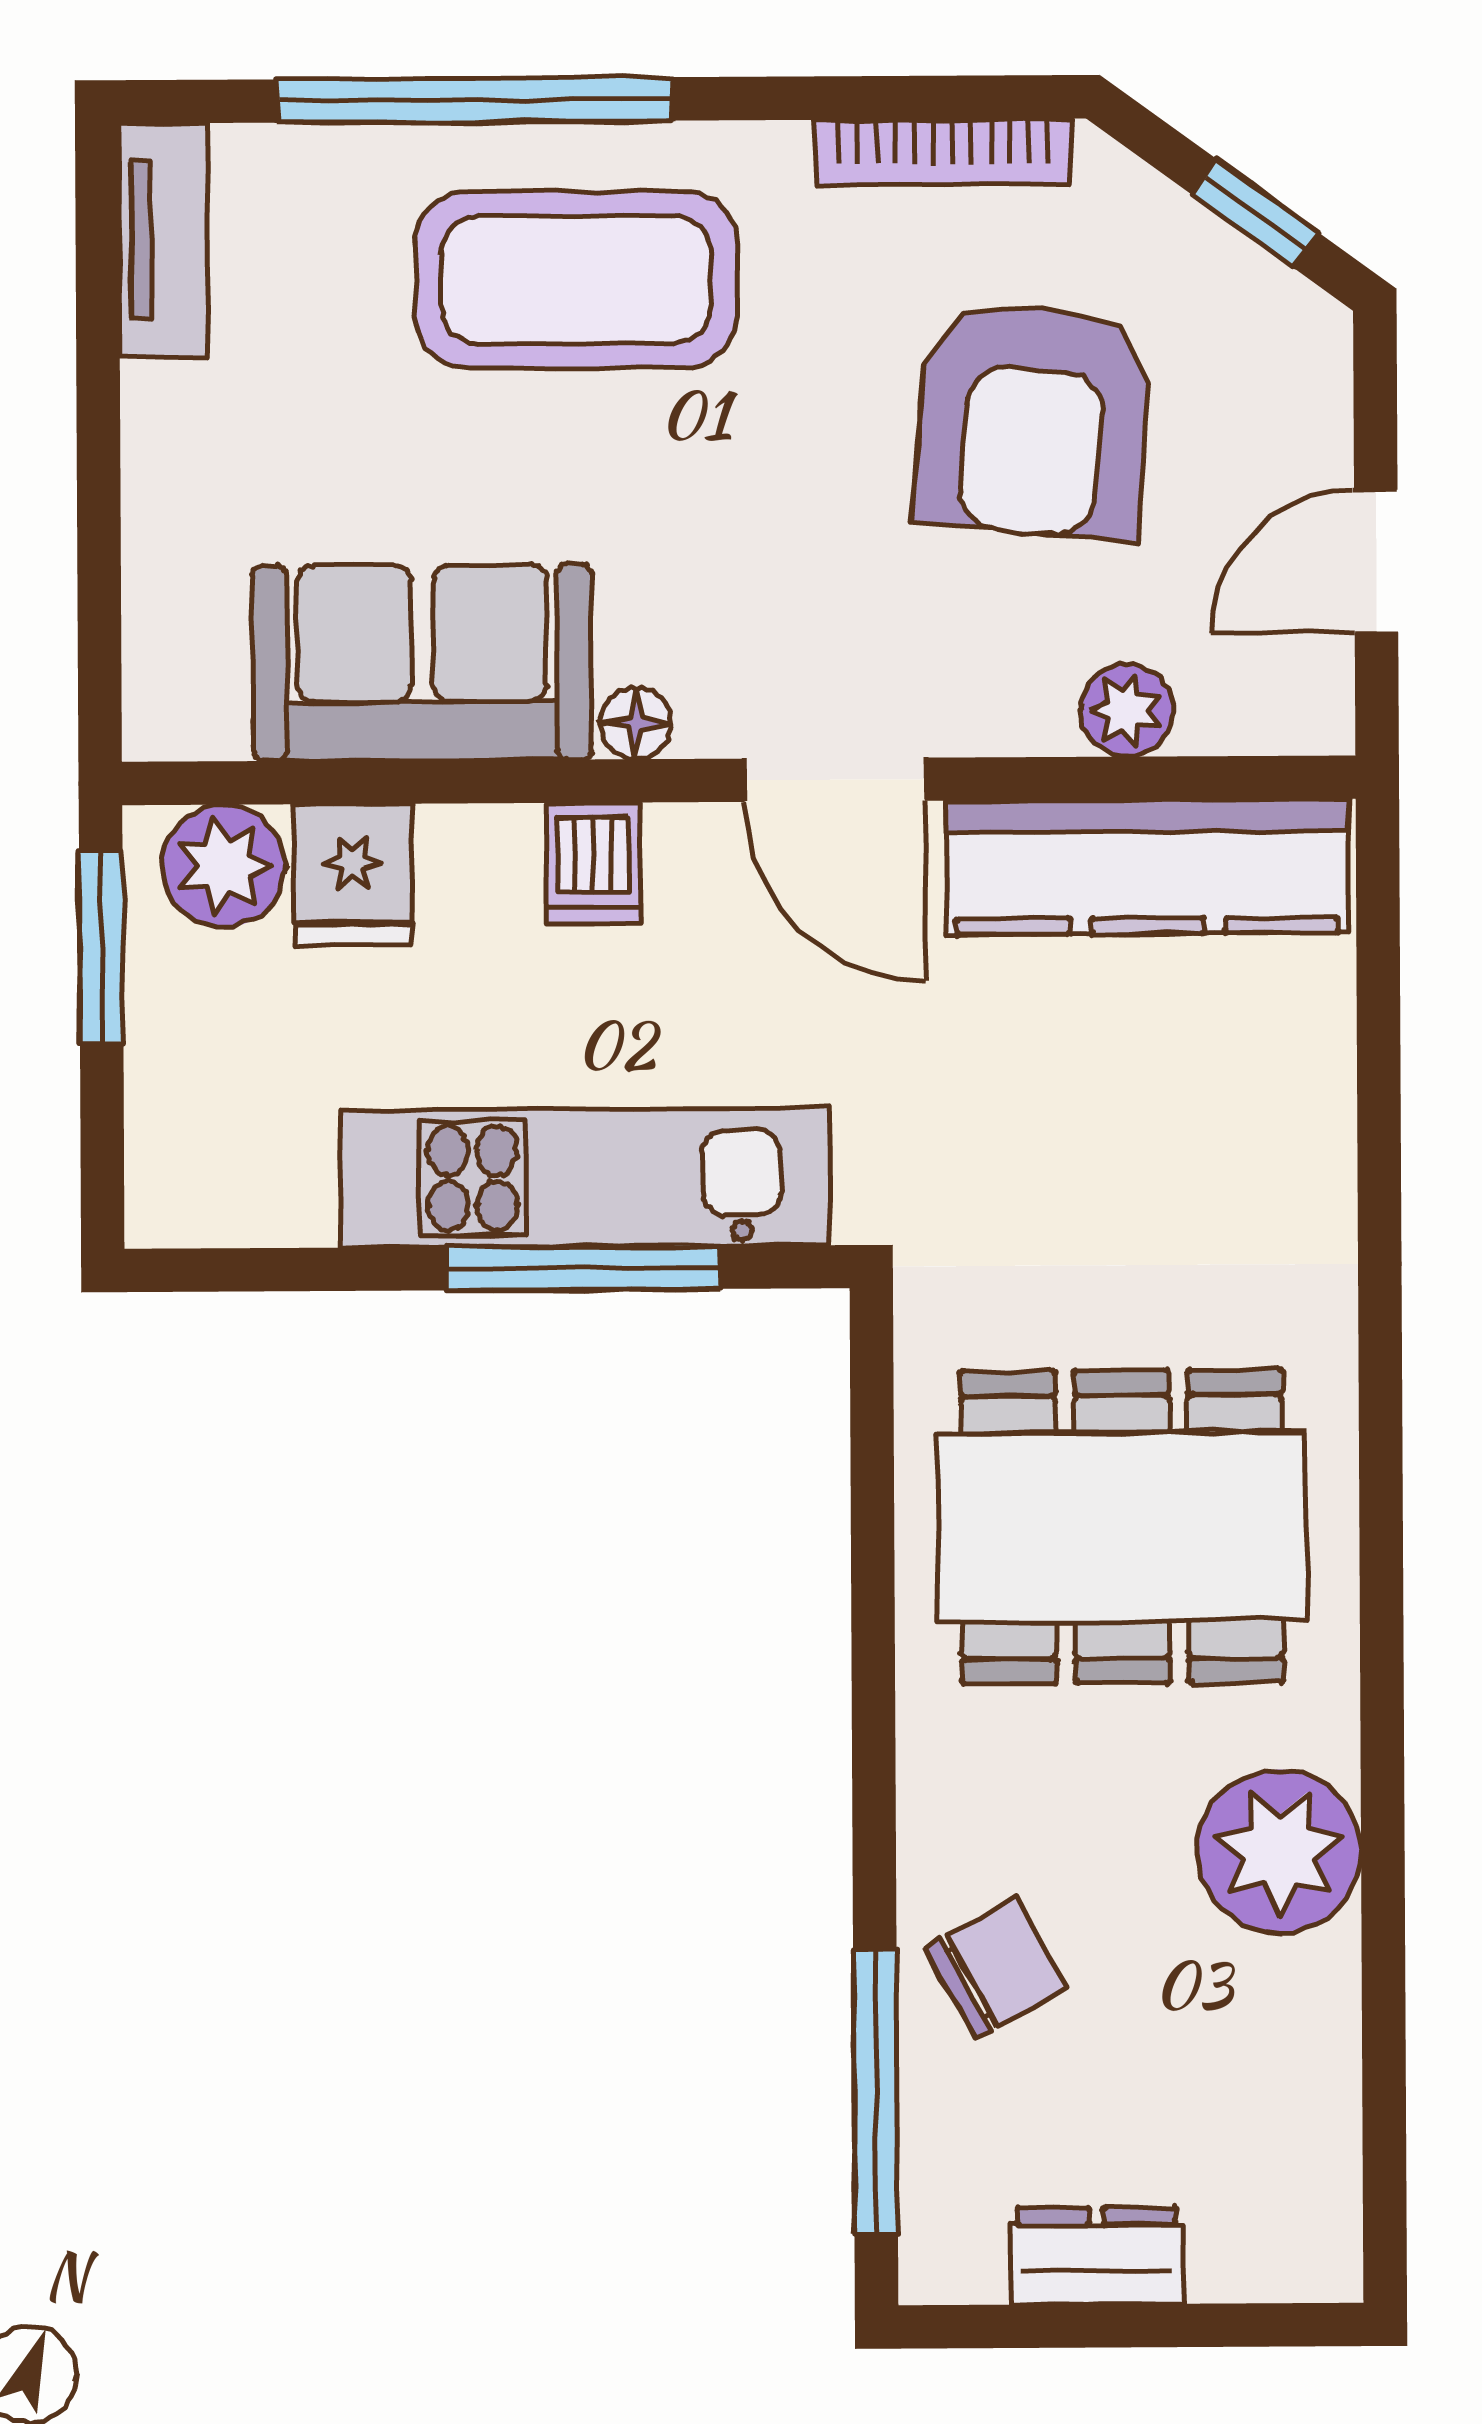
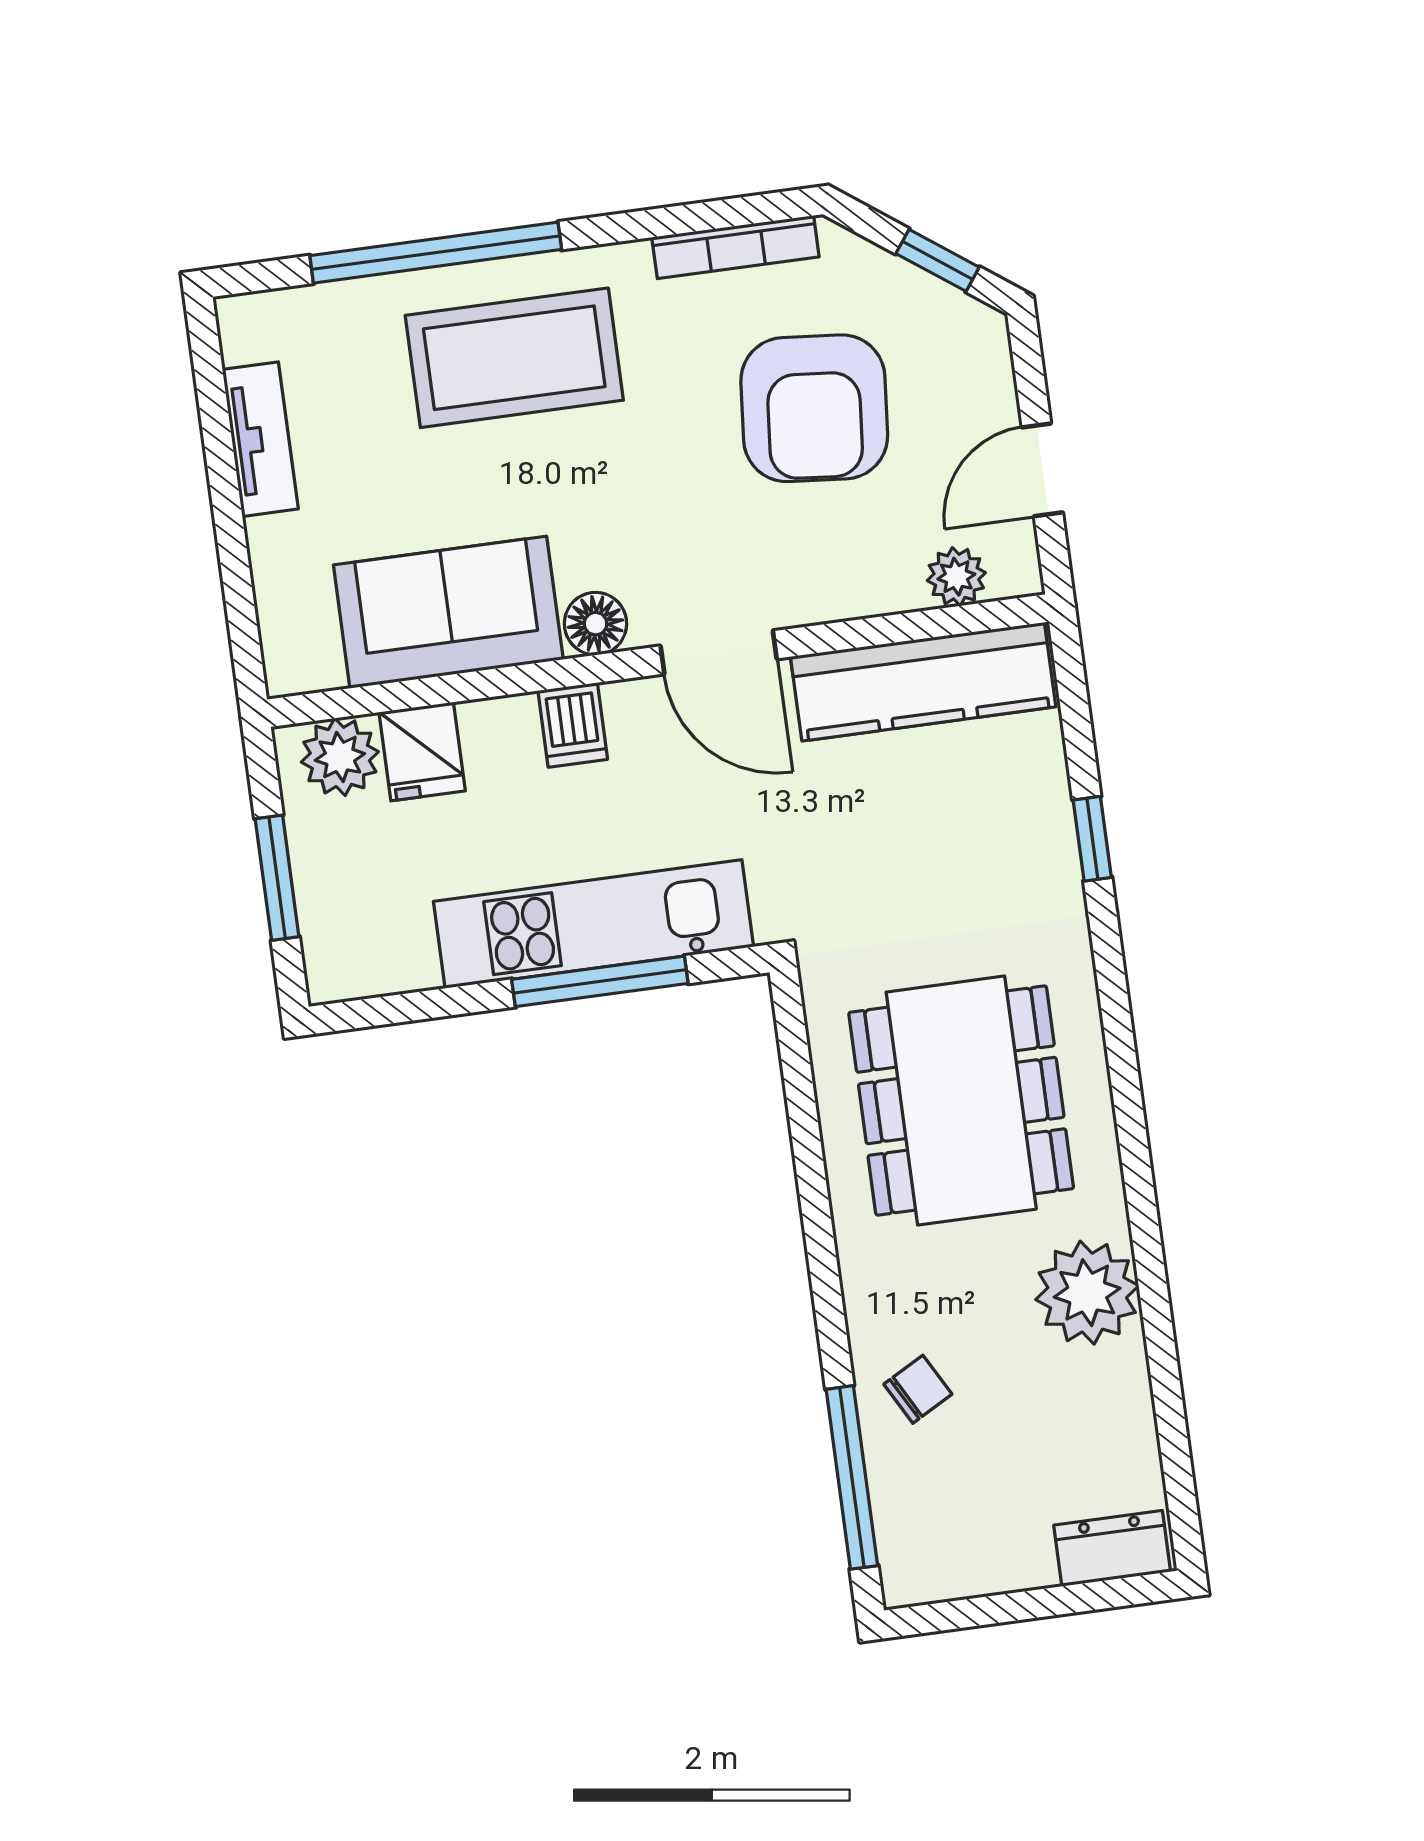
tv unit: (164, 240) -> (260, 439), moved
plant: (1127, 710) -> (956, 577), moved
floor lamp: (636, 723) -> (595, 624), width x1.37, depth x1.37
window: (101, 948) -> (277, 878), moved
window: (1379, 1146) -> (1092, 839), added
dining table: (1122, 1527) -> (961, 1101), turned 90
chair: (996, 1968) -> (918, 1389), width x0.73, depth x0.73
dresser: (1097, 2256) -> (1112, 1548), moved

